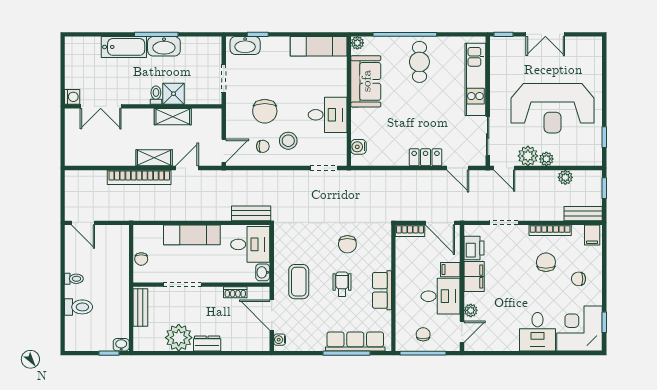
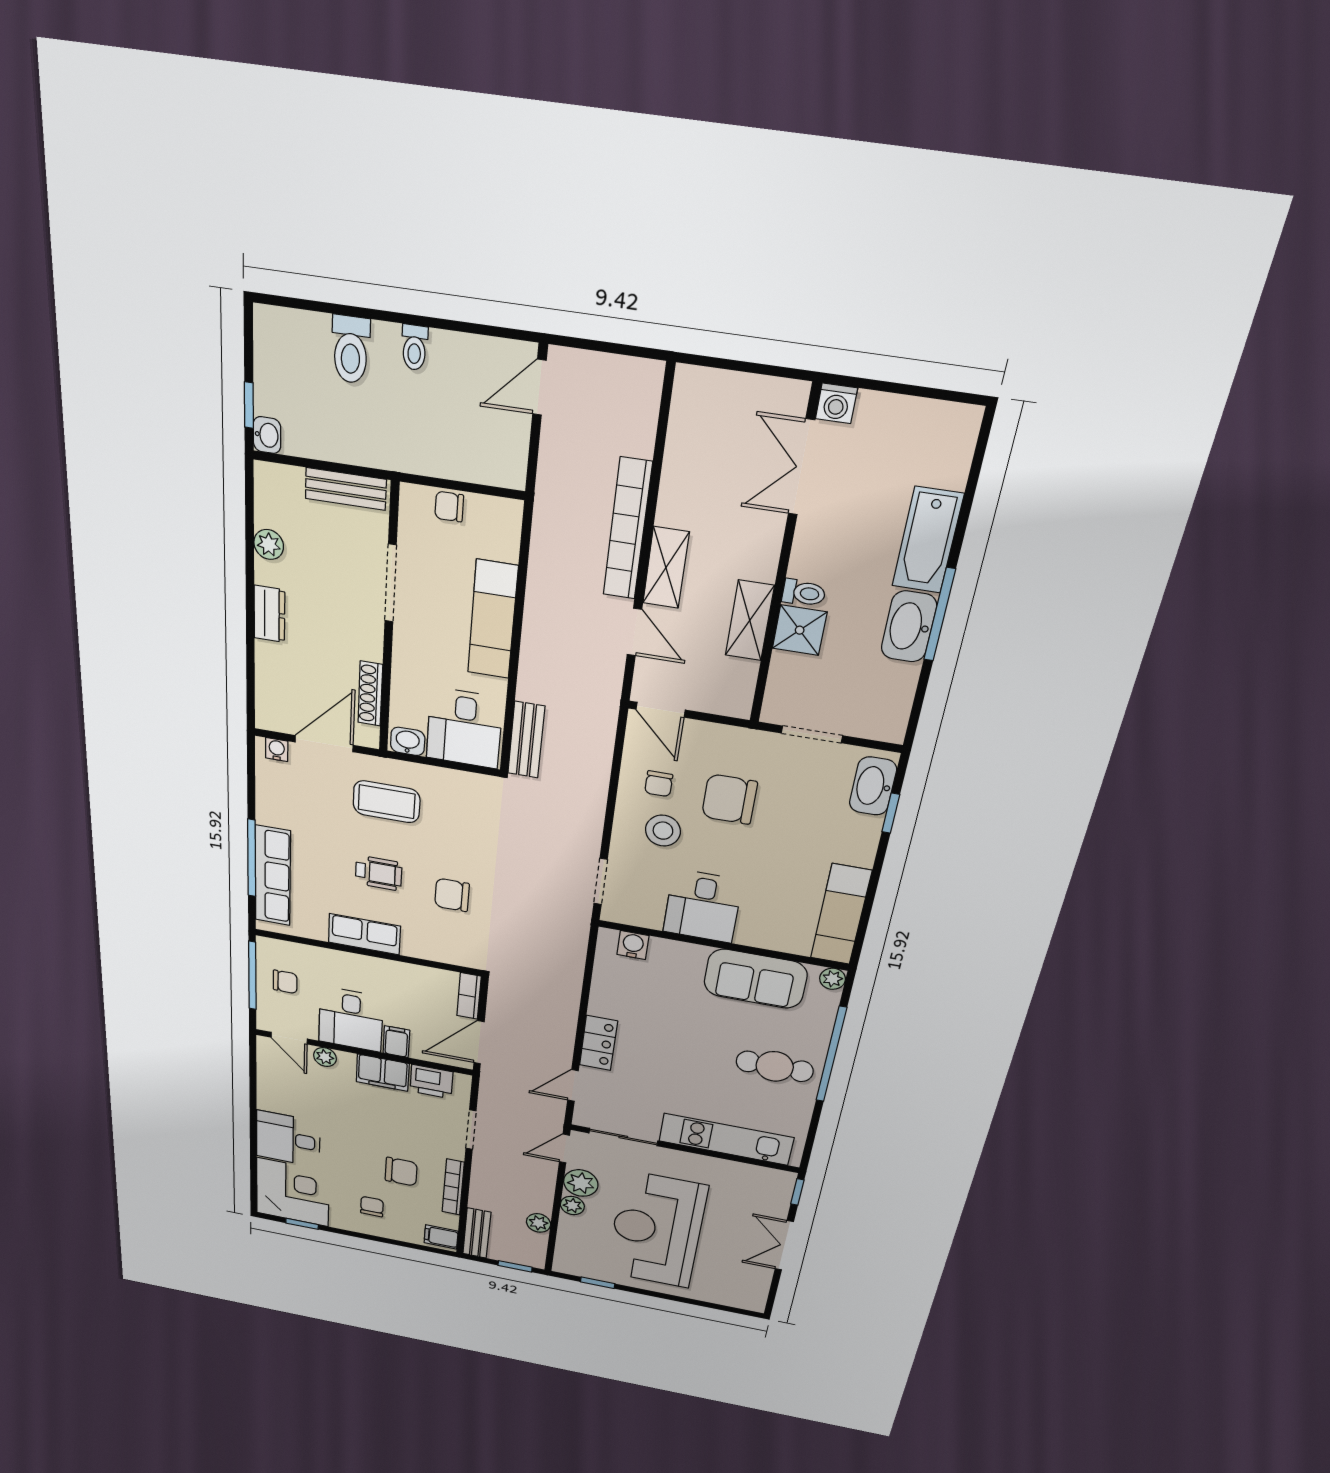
shoe rack: (235, 292) -> (370, 694), width x1.43
plant: (179, 338) -> (269, 544), width x0.53, depth x0.53

